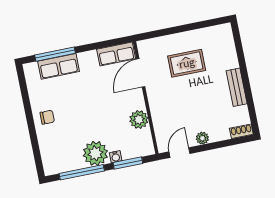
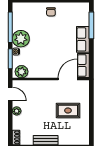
rug: (187, 63) -> (68, 111), turned 90
row of seats: (59, 66) -> (83, 39), moved
door: (141, 73) -> (68, 79), hinge flipped
plant: (139, 120) -> (22, 72), moved

